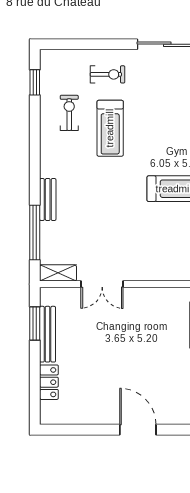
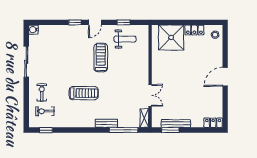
exercise bike: (69, 113) -> (45, 111), moved
treadmill: (110, 128) -> (84, 93), moved
locker: (49, 382) -> (213, 123), moved

